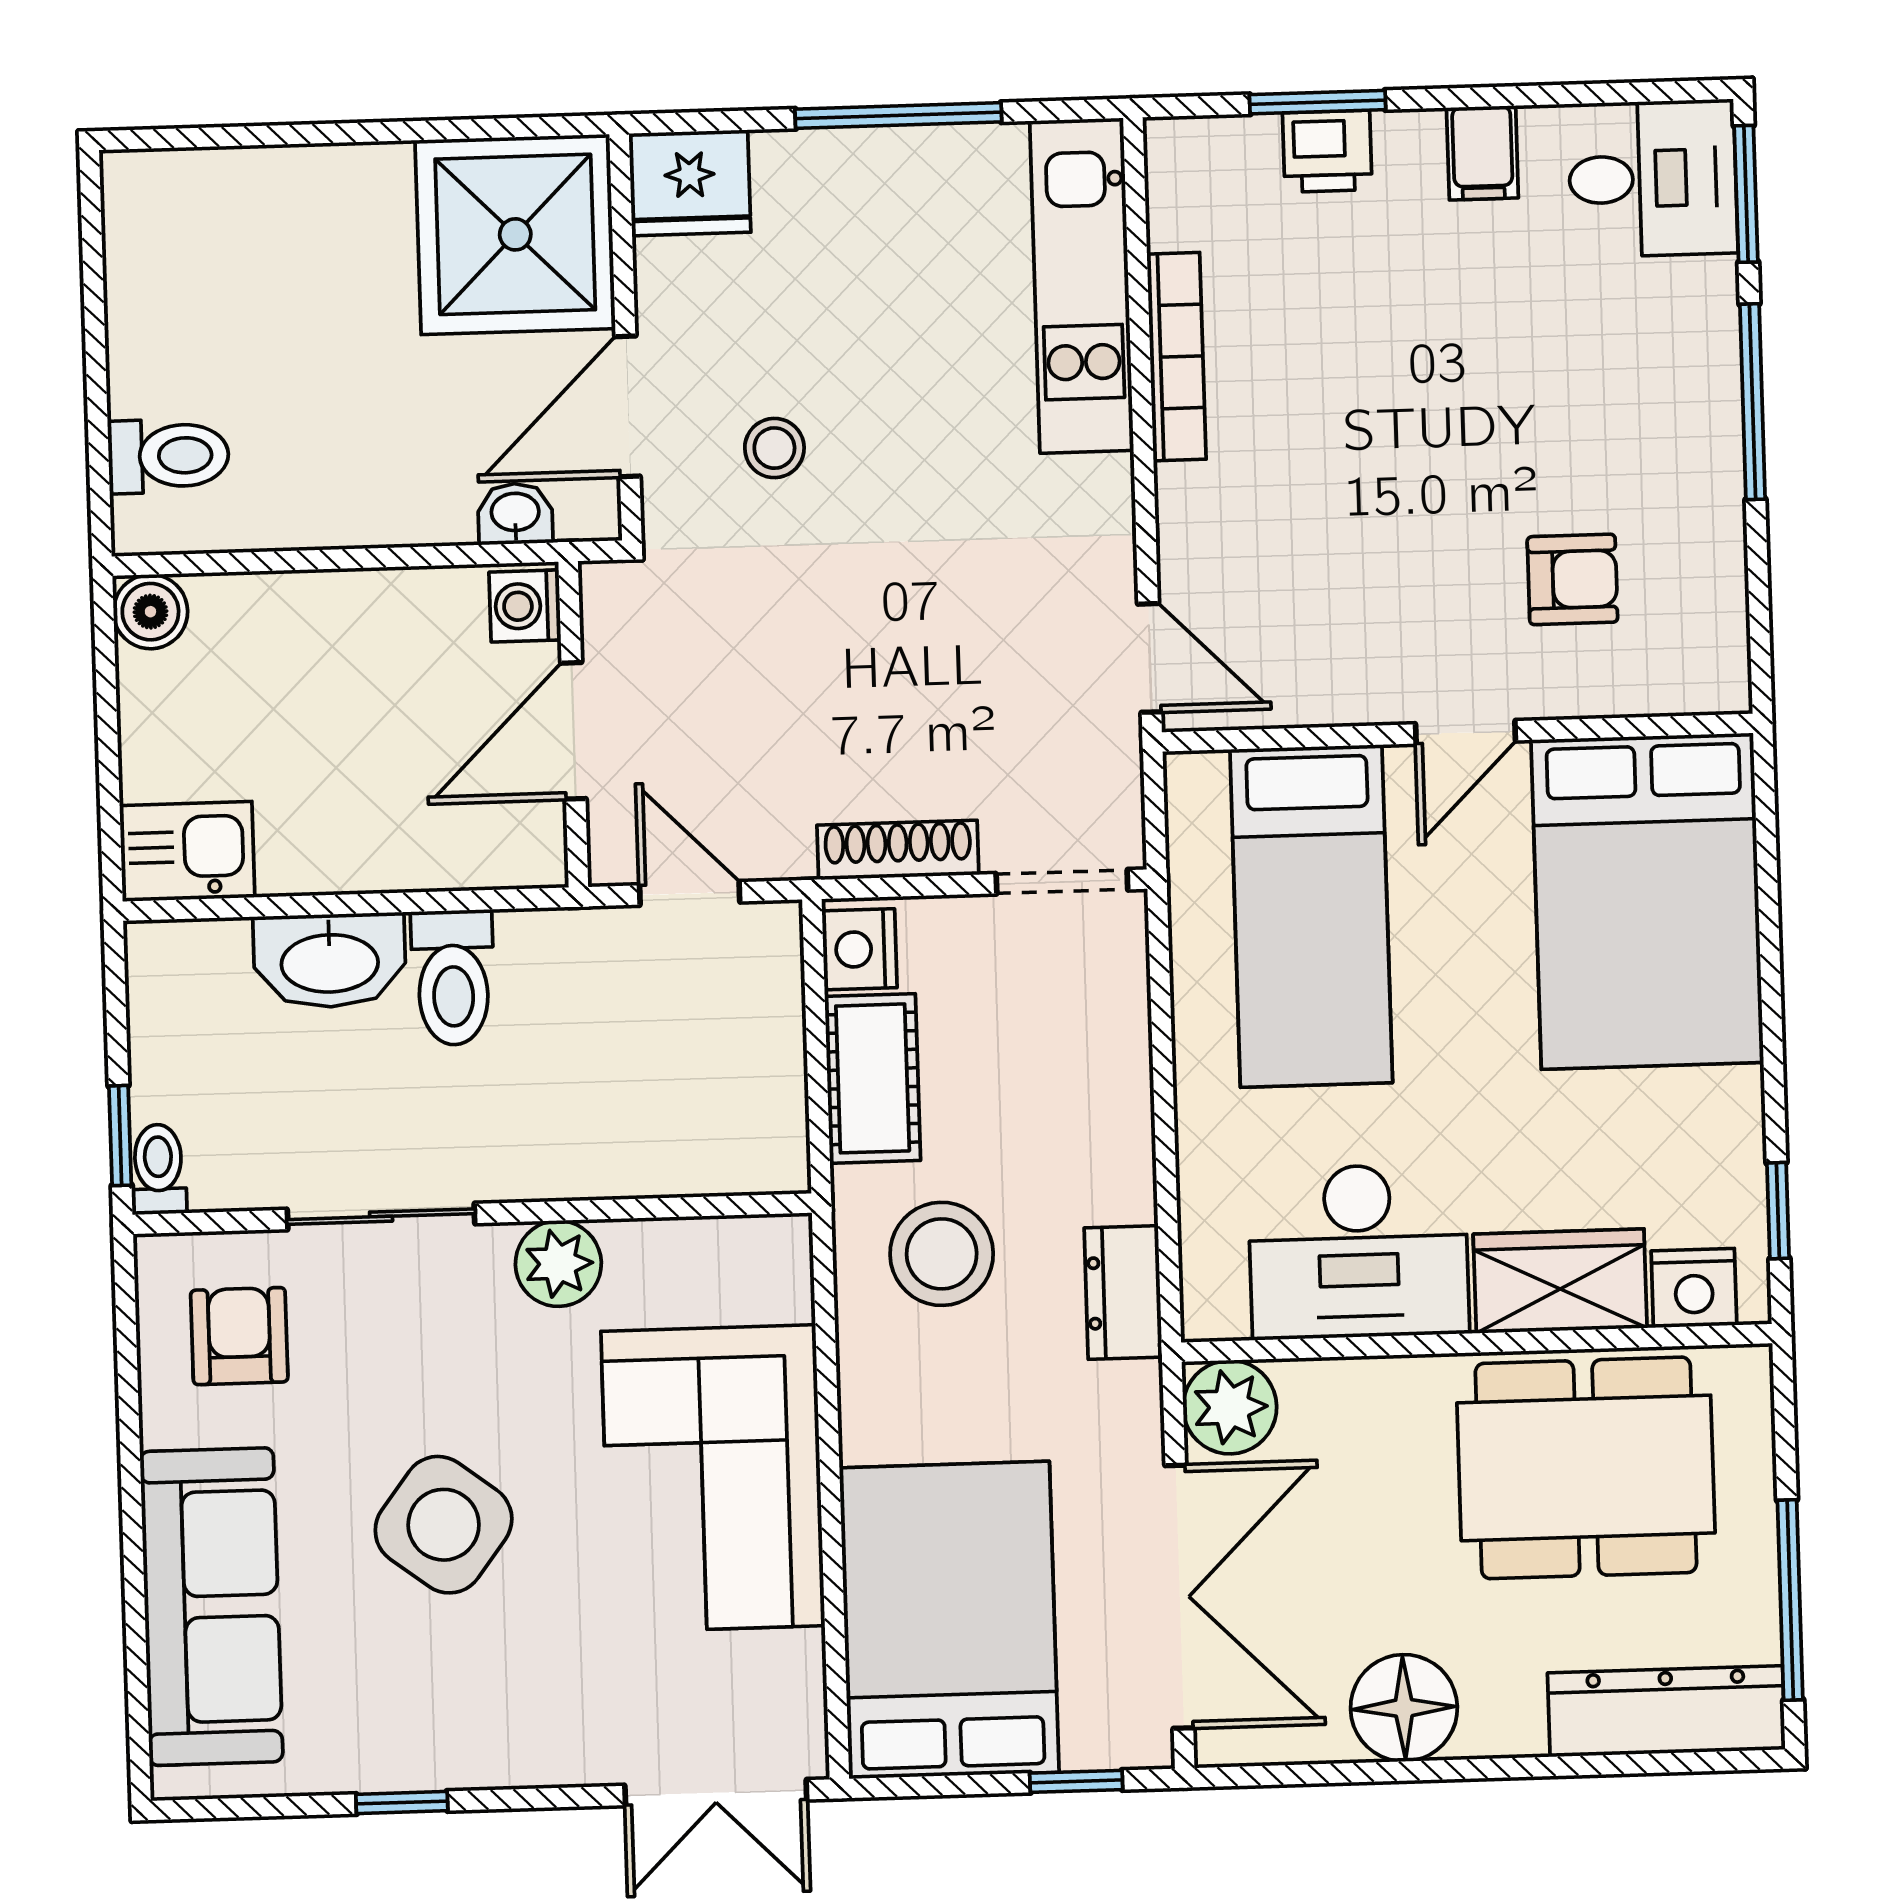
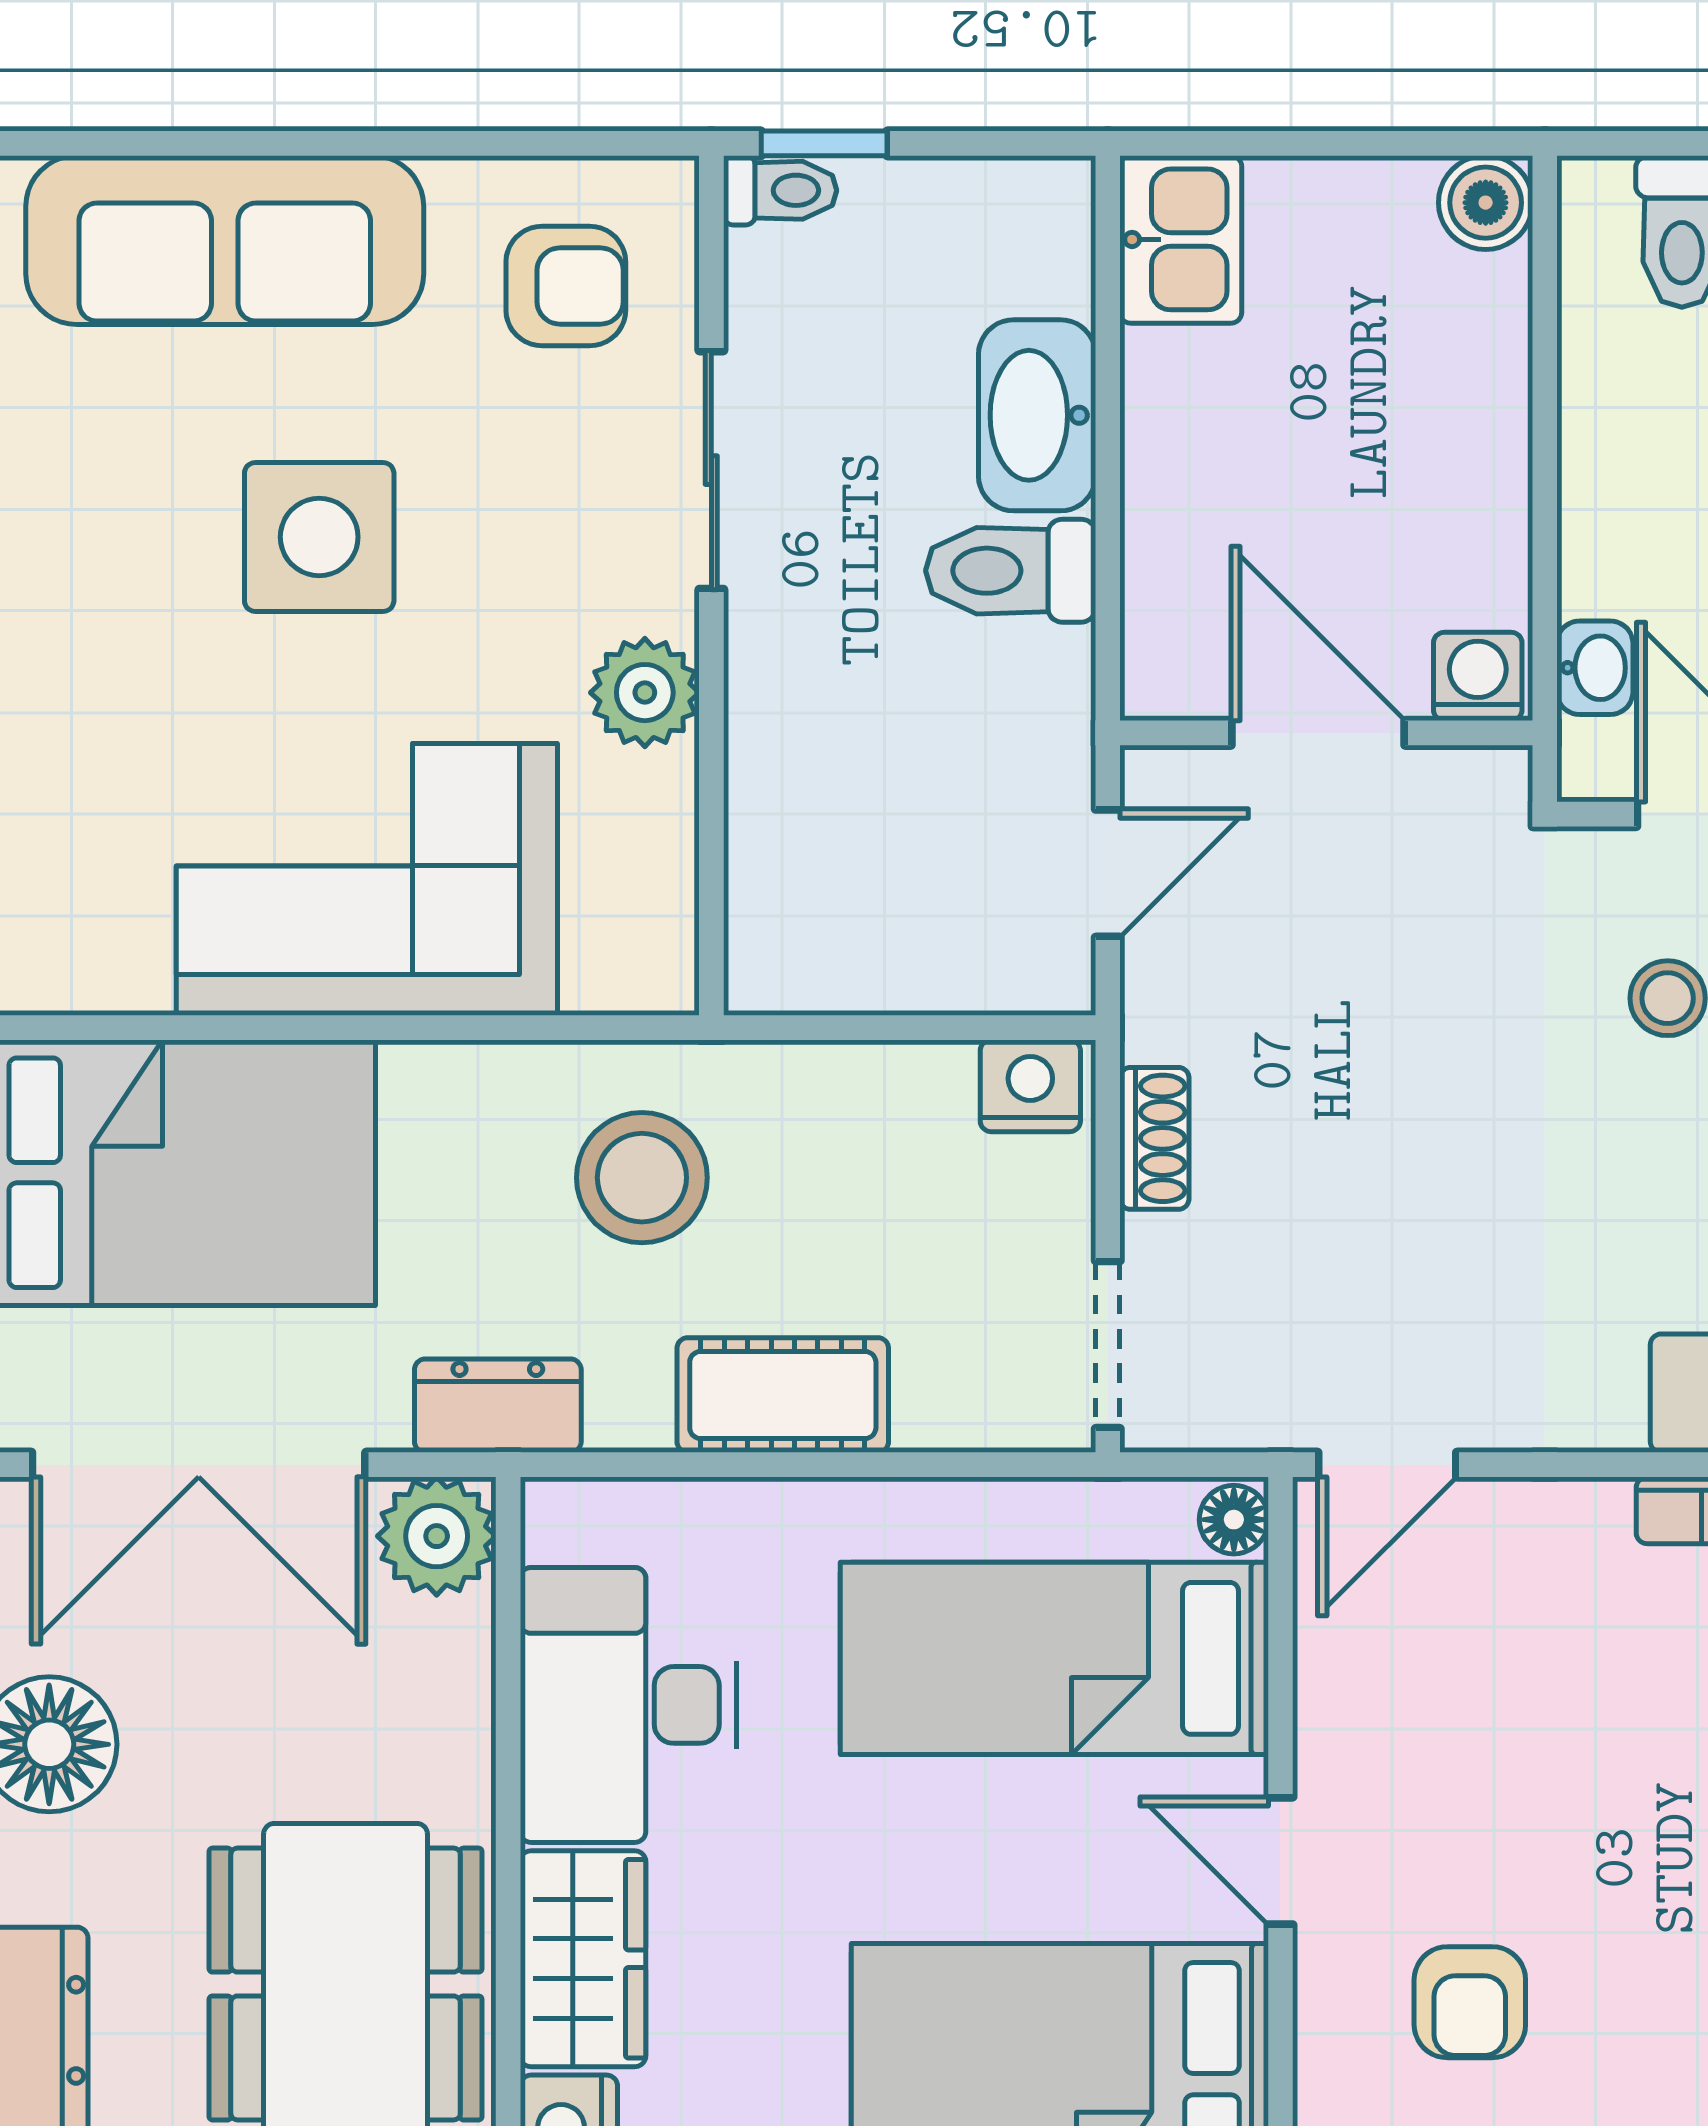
floor lamp: (1197, 778) -> (1234, 1520), added
shoe rack: (898, 850) -> (1154, 1138), width x0.70
cot: (873, 1078) -> (783, 1395), moved
dresser: (1123, 1293) -> (498, 1406), moved
side table: (444, 1525) -> (319, 537), turned -37

